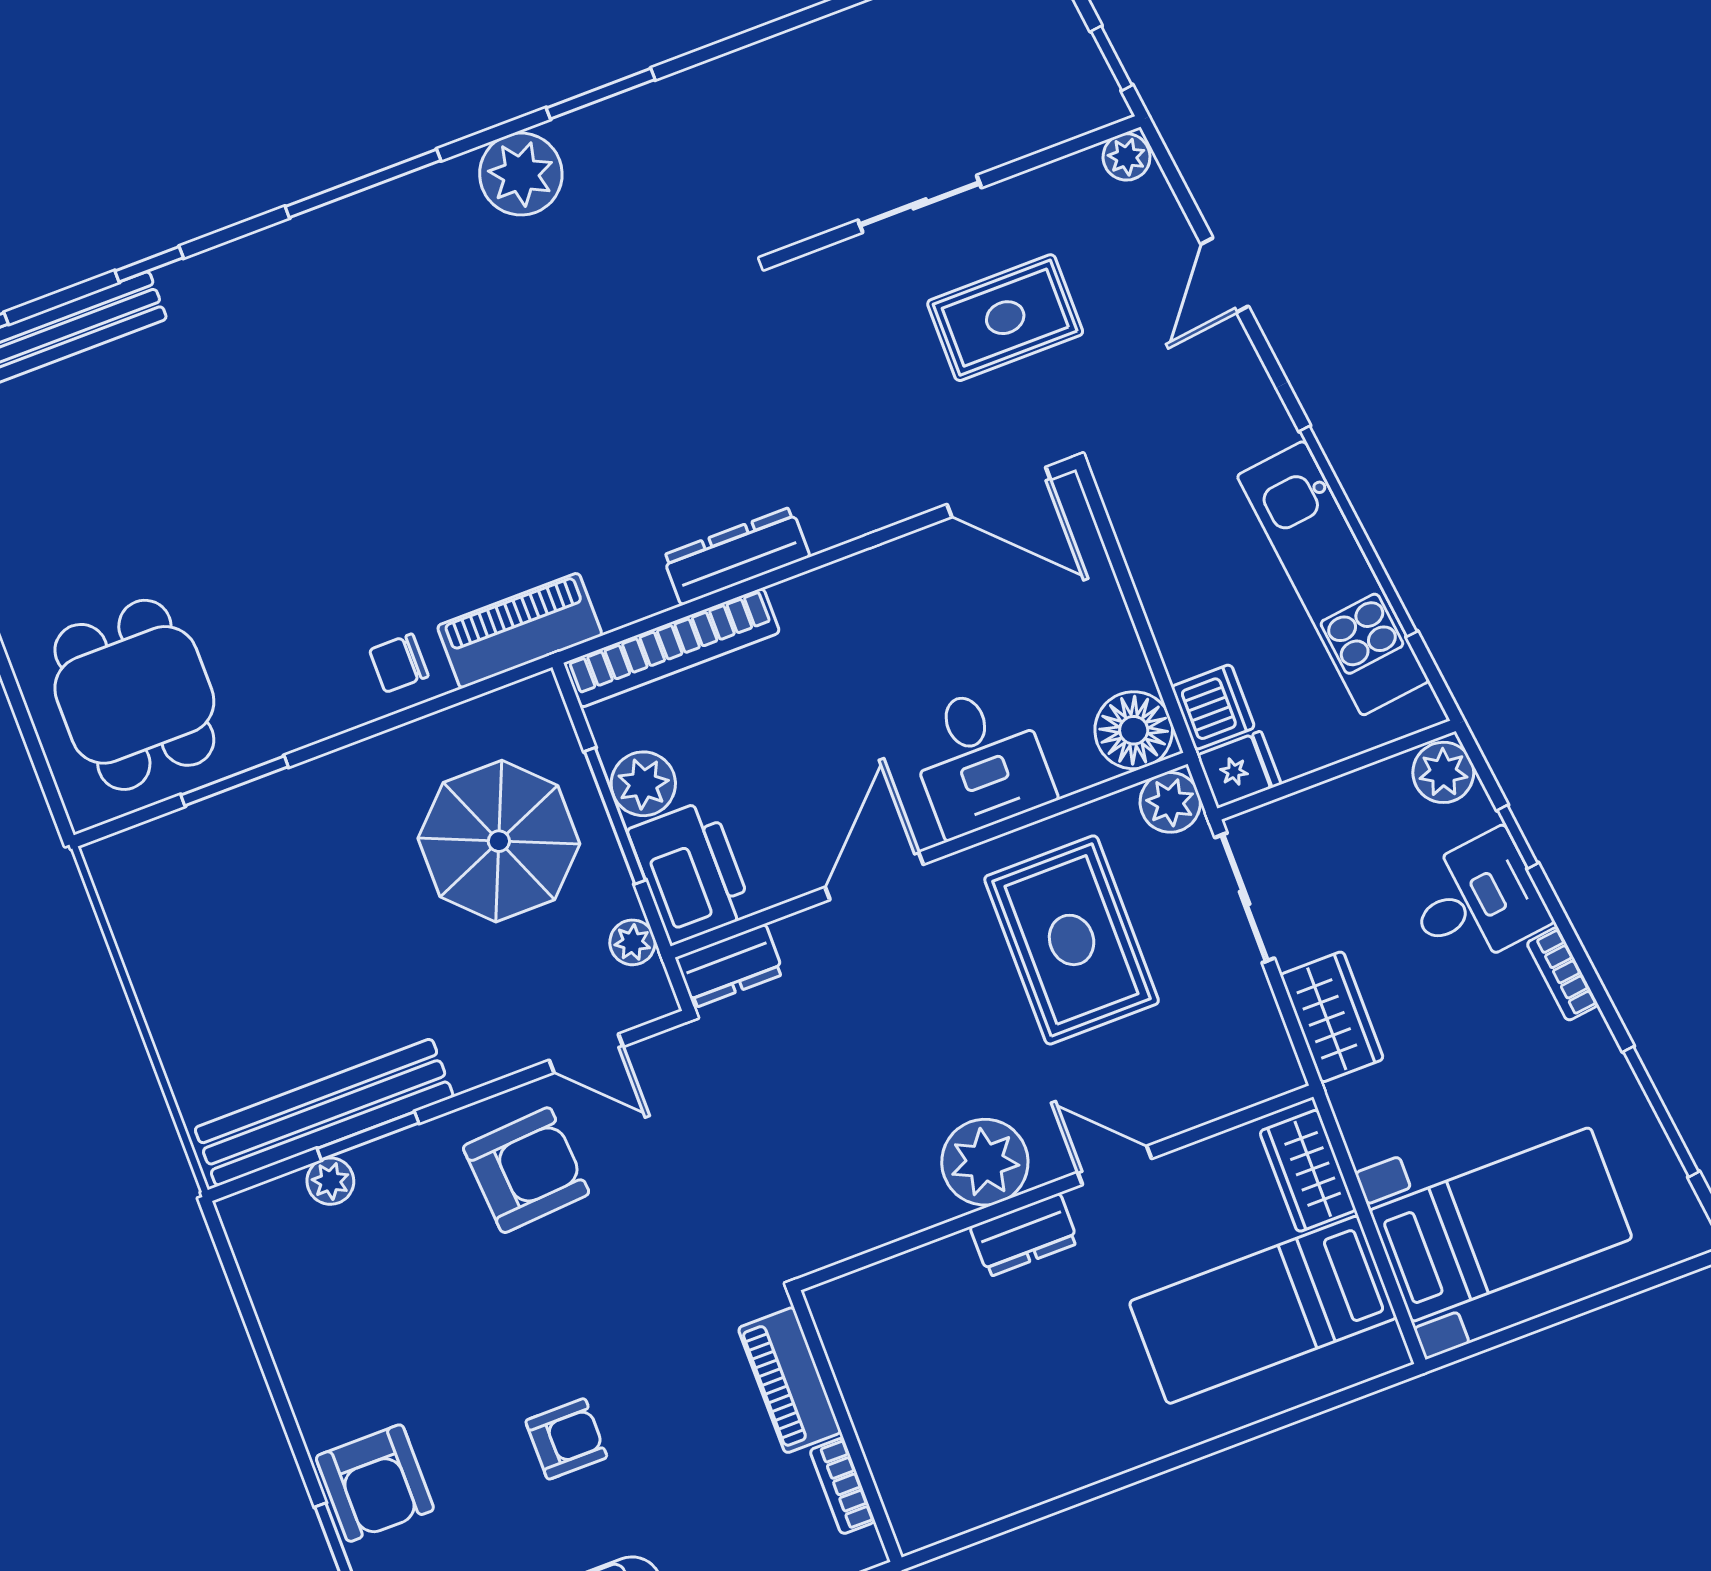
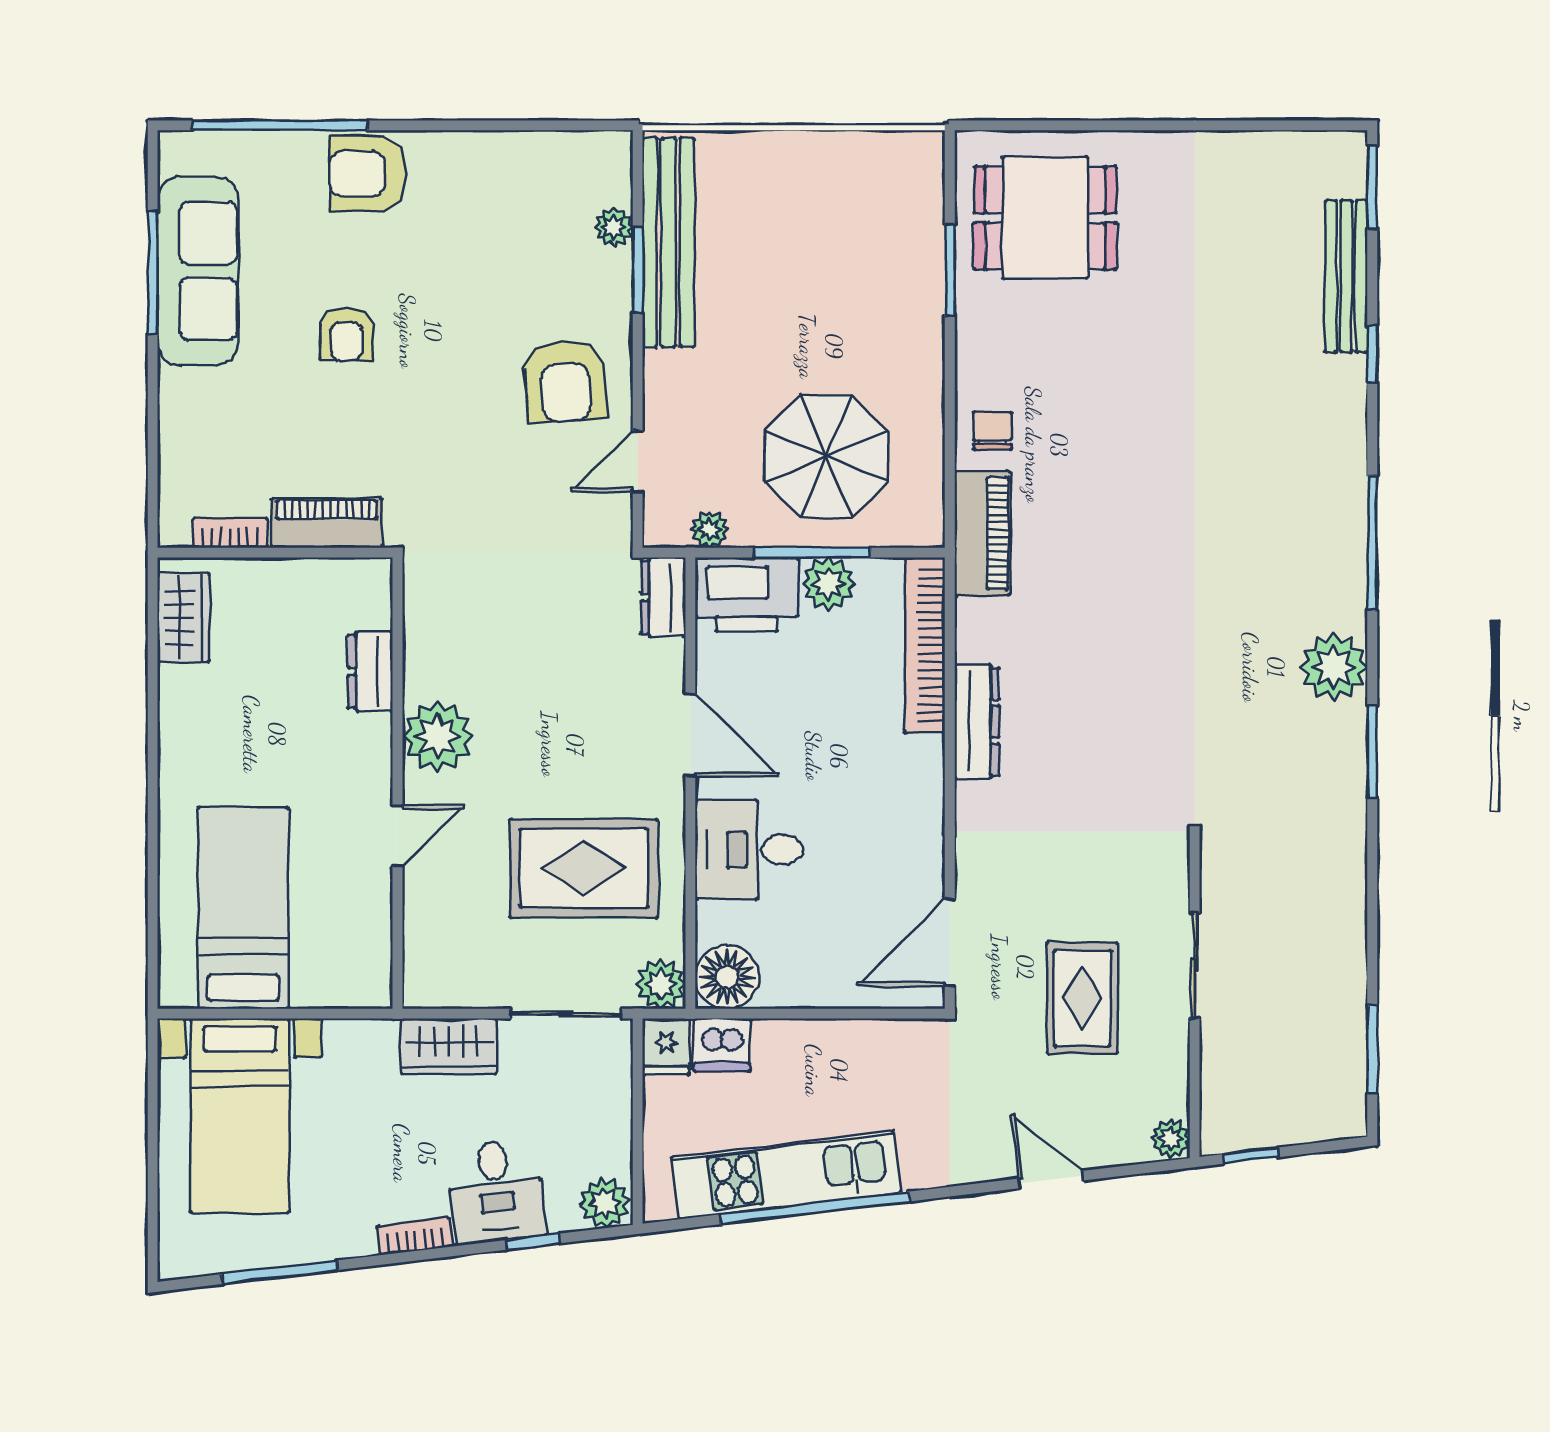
wardrobe: (1308, 1171) -> (183, 617), moved, turned 90
dresser: (1024, 1235) -> (370, 672), moved

